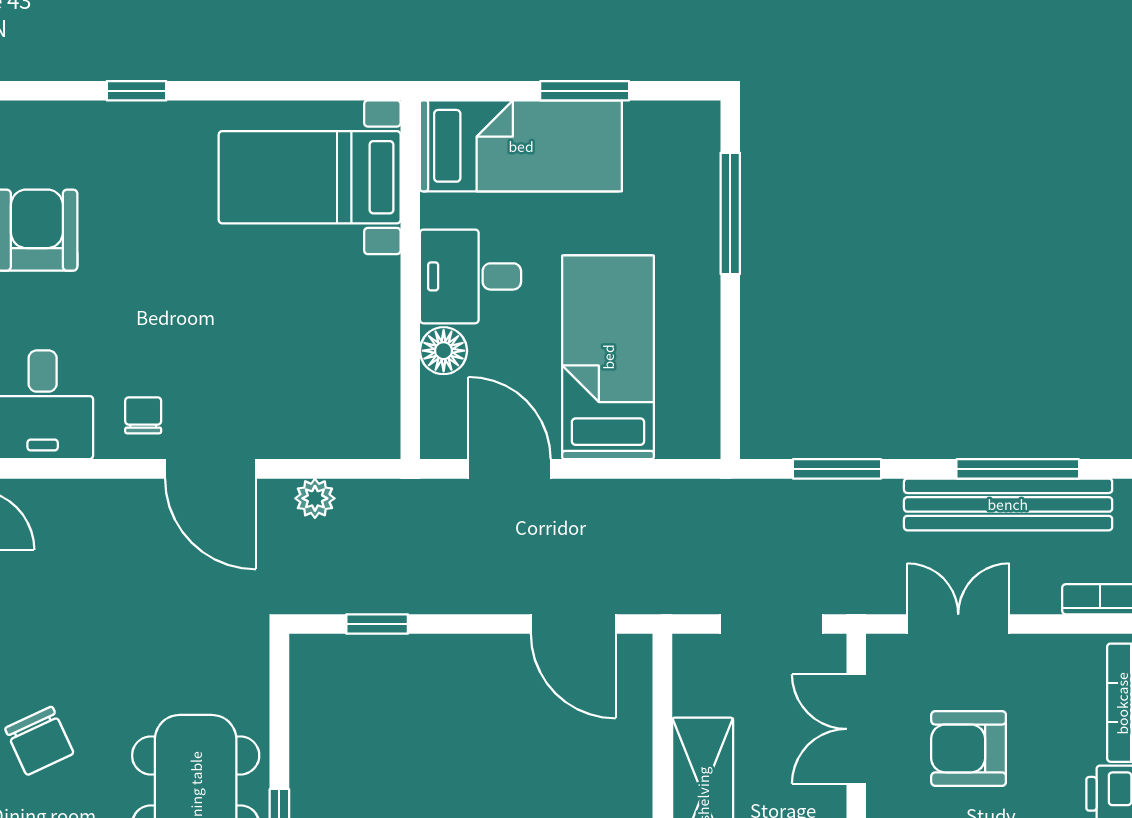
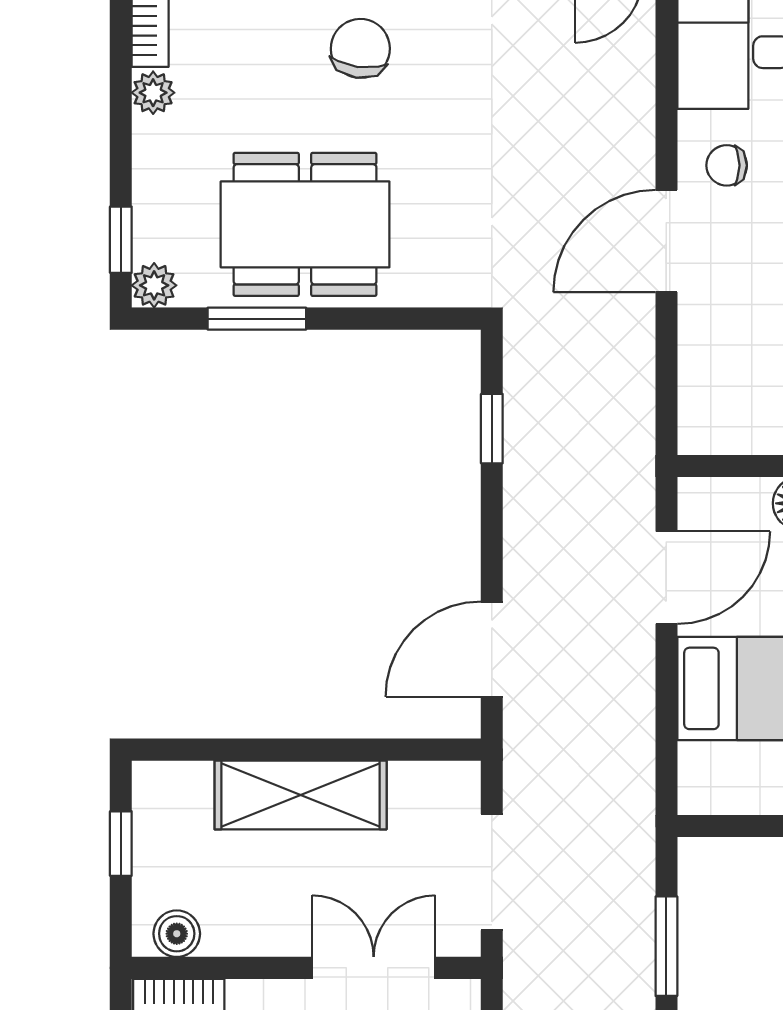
chair: (143, 415) -> (727, 165), turned 180
plant: (315, 498) -> (633, 359), removed
chair: (39, 741) -> (360, 48), turned 123

